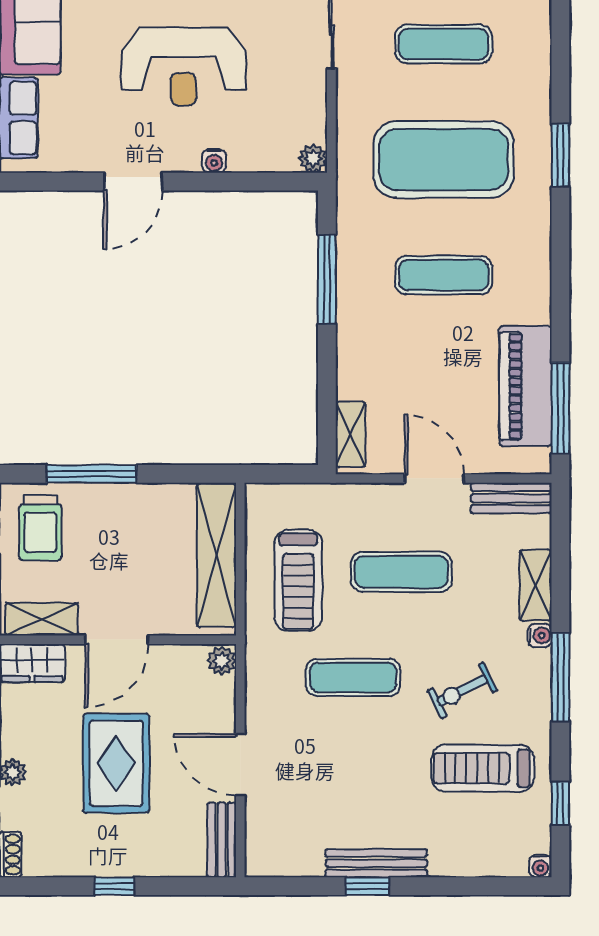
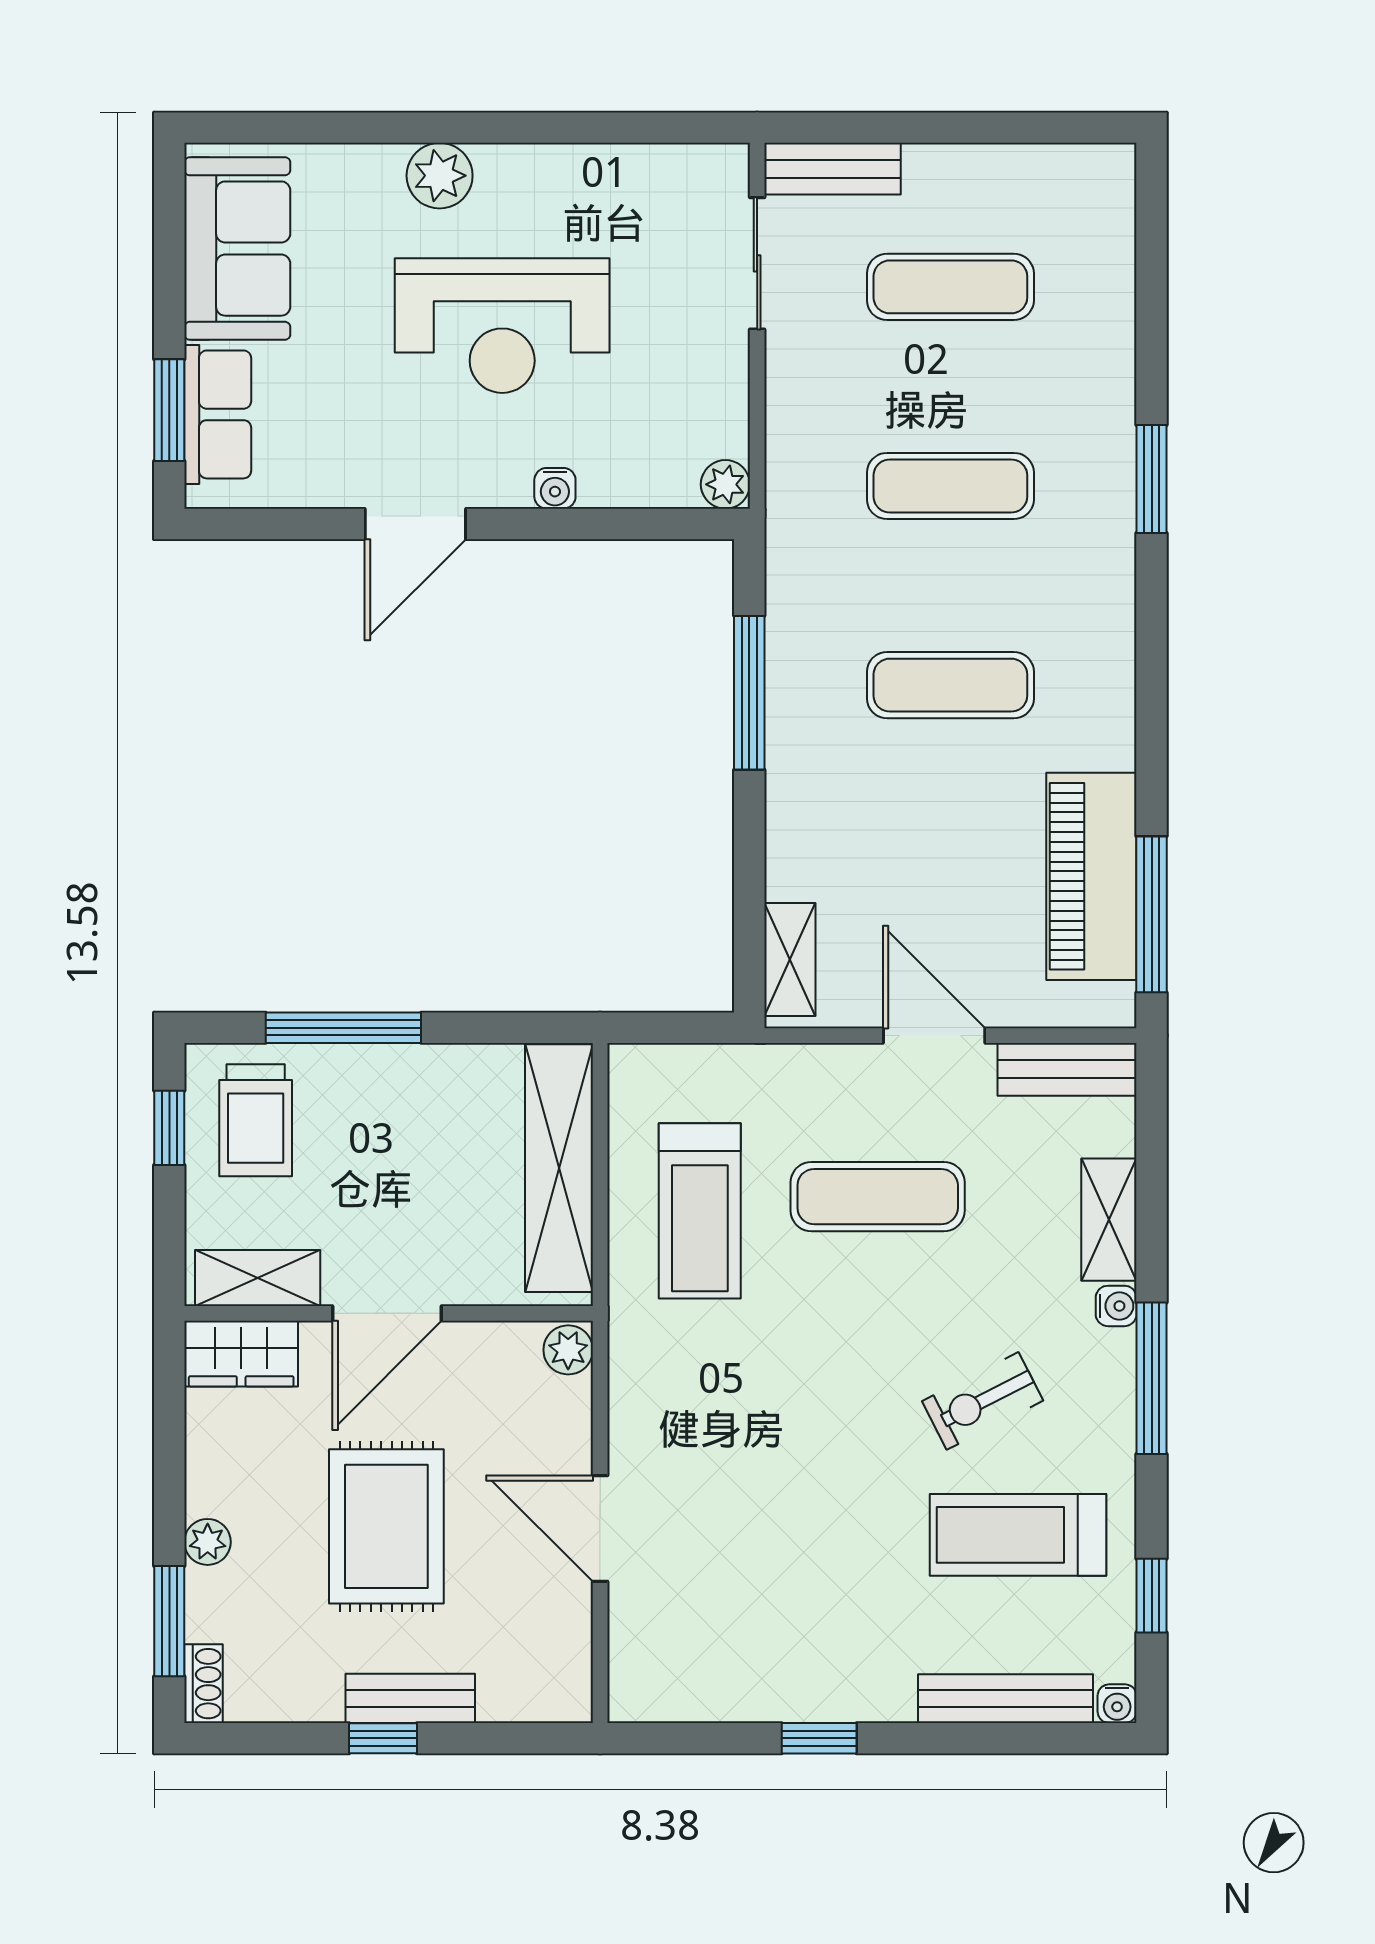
exercise mat: (444, 160) -> (950, 486), width x0.50, depth x0.69
exercise mat: (353, 677) -> (794, 1378), removed
bench: (222, 840) -> (410, 1698), moved, turned 90
bench: (376, 863) -> (1005, 1699), moved

